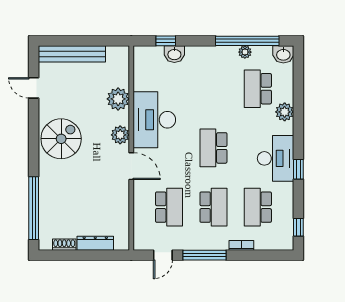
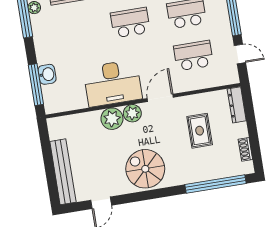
window: (166, 41) -> (36, 85), width x2.17
plant: (118, 99) -> (112, 119), moved
school desk: (213, 148) -> (130, 23), turned 180
rug: (91, 201) -> (200, 131), added
dresser: (95, 243) -> (237, 105), moved

